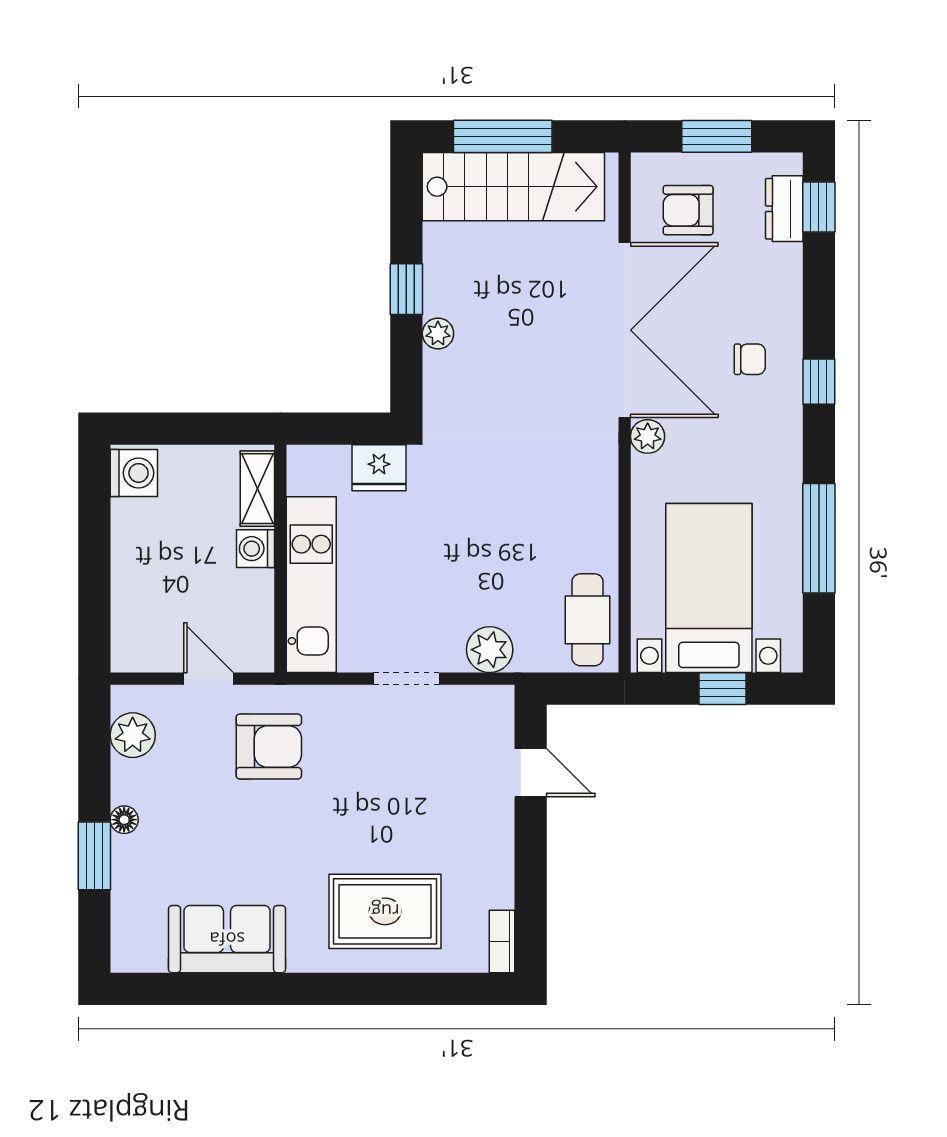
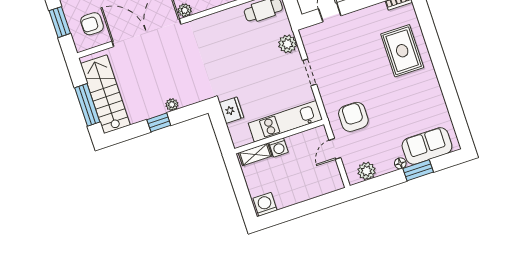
armchair: (688, 210) -> (92, 24), turned 90
sofa: (227, 939) -> (427, 146), moved, turned 90

